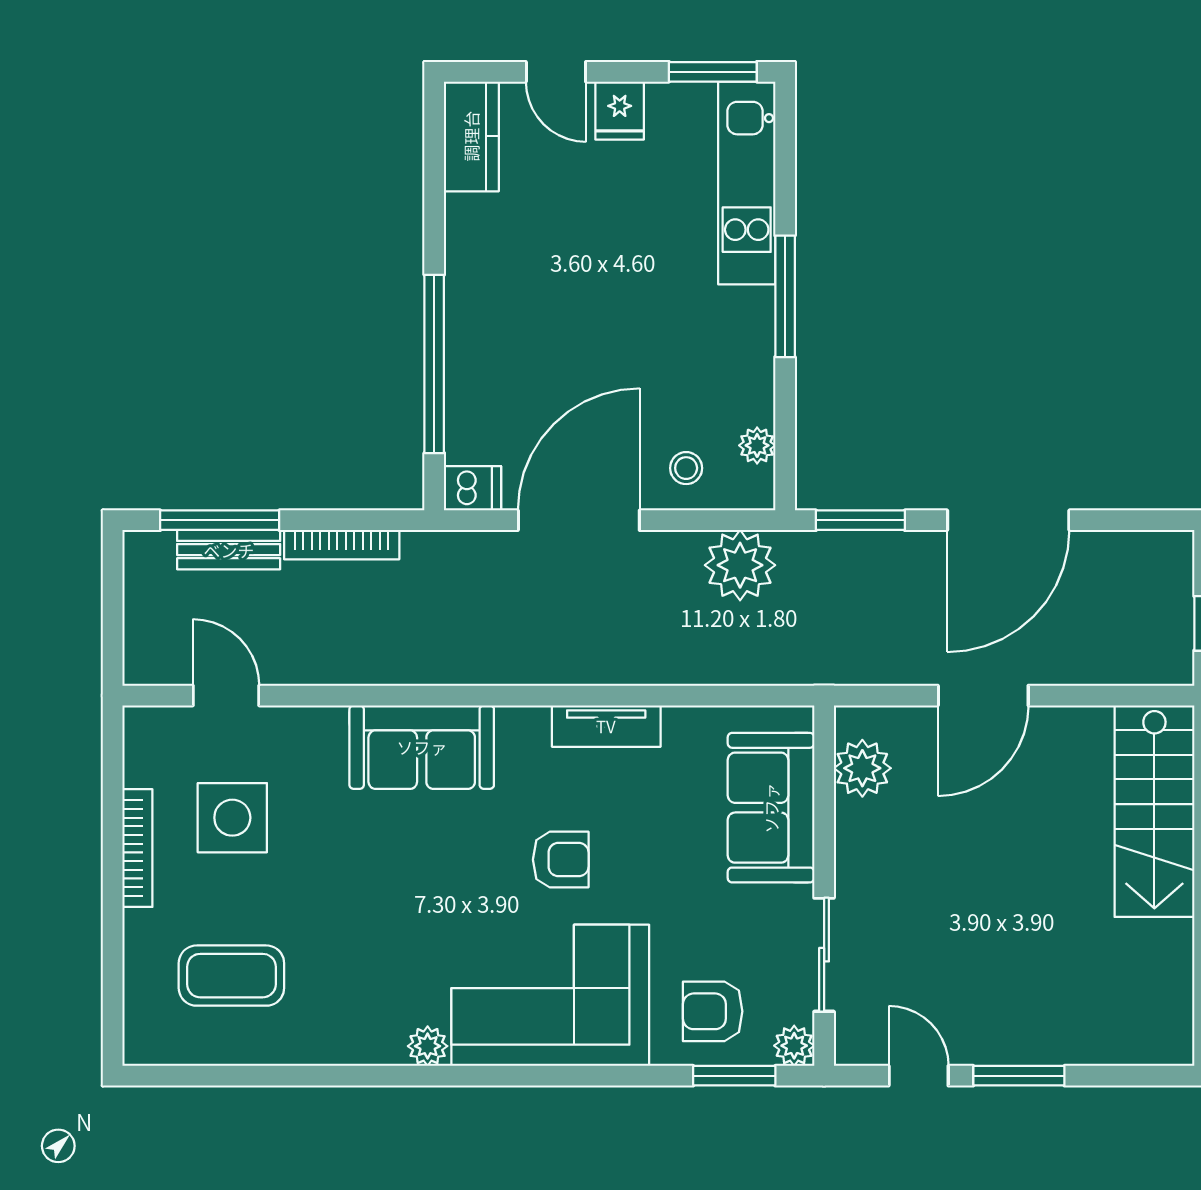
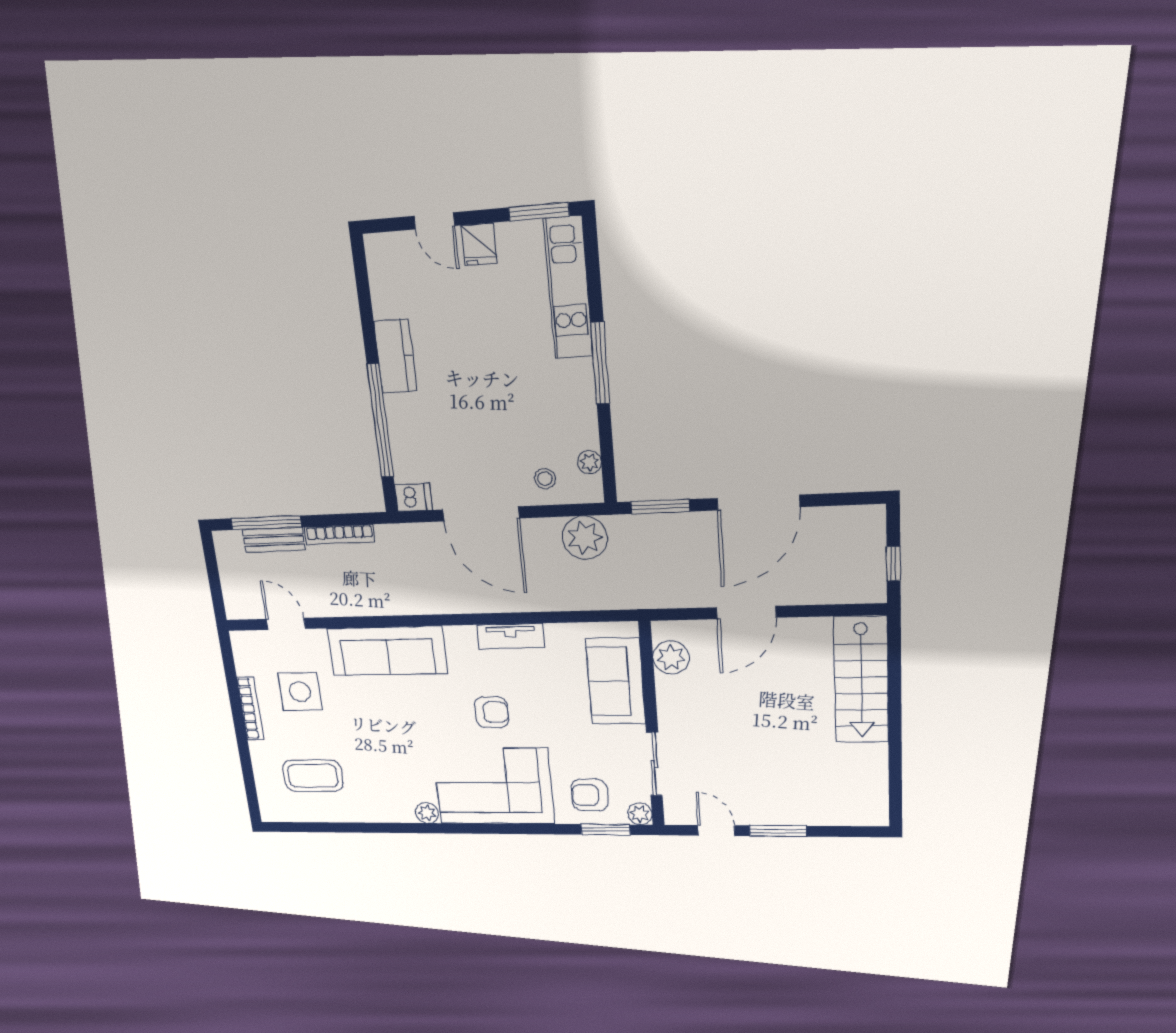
kitchen counter: (471, 136) -> (395, 356), moved
door: (579, 520) -> (481, 514), swing flipped
sofa: (422, 747) -> (387, 651), width x1.36

